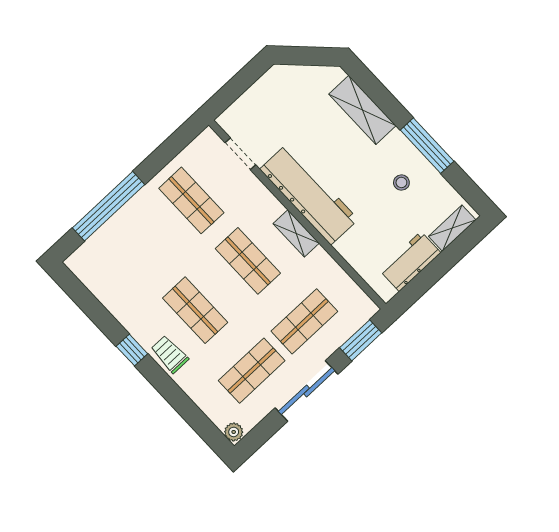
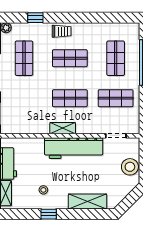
stool: (264, 97) -> (130, 167), added
window: (427, 146) -> (49, 214), width x0.46
shop shelf: (304, 321) -> (116, 58), moved
window: (132, 350) -> (35, 18), moved

